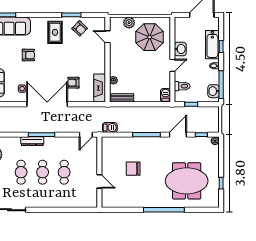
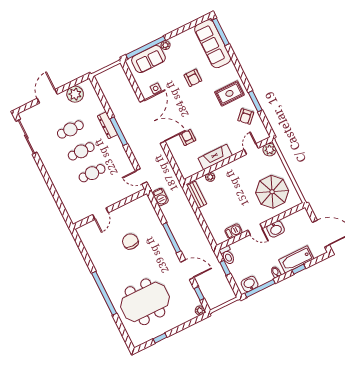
plant: (129, 23) -> (270, 150), moved
toilet: (182, 86) -> (227, 255), moved
fireplace: (100, 88) -> (215, 157), moved
barbecue: (166, 95) -> (233, 231), moved
meeting table: (187, 181) -> (145, 302), turned 90

